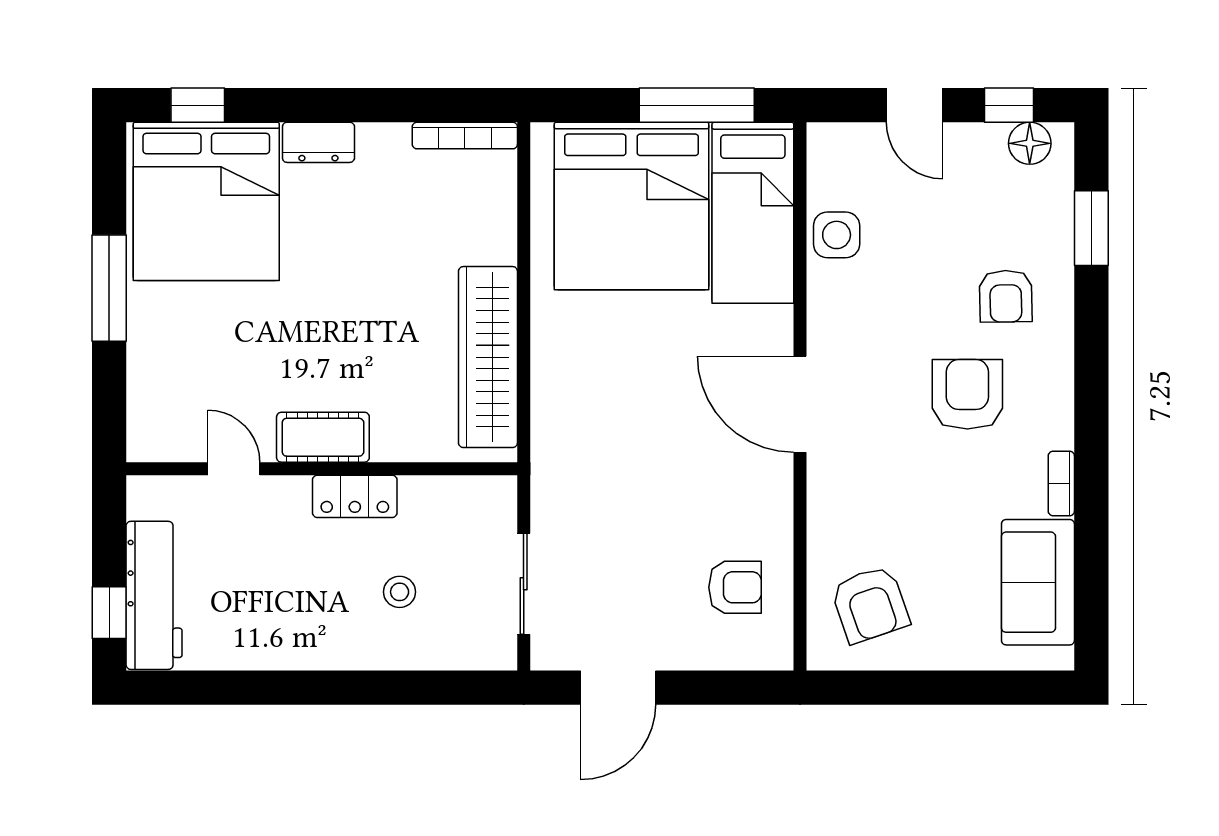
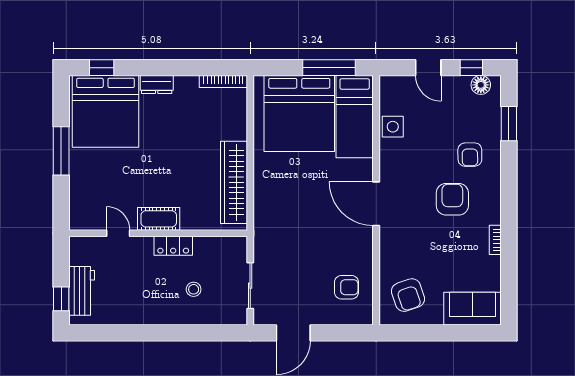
sofa: (1038, 582) -> (472, 309), moved, turned 90
workbench: (154, 595) -> (82, 291), width x0.73

